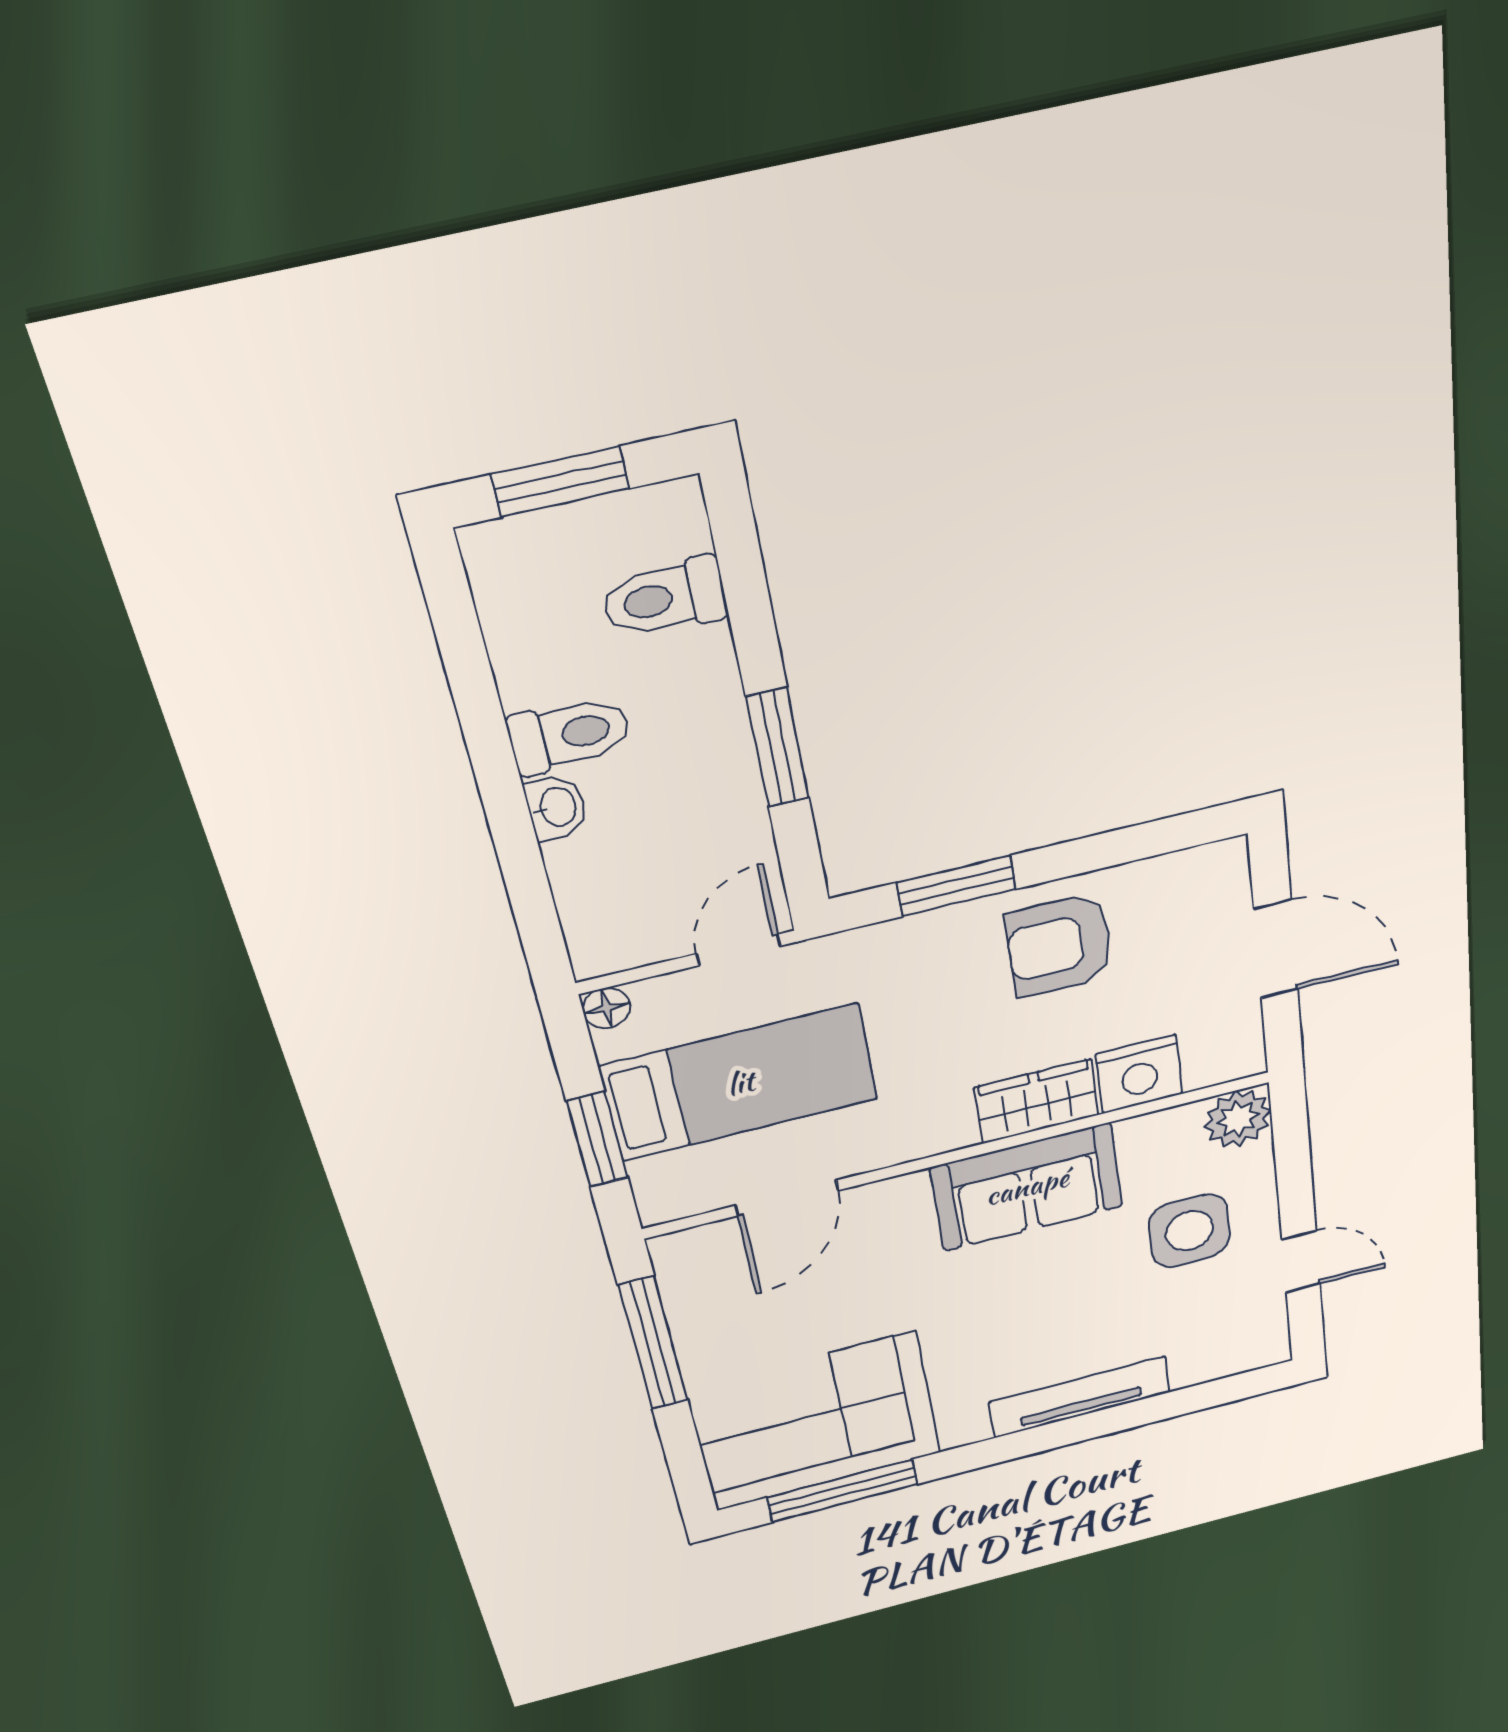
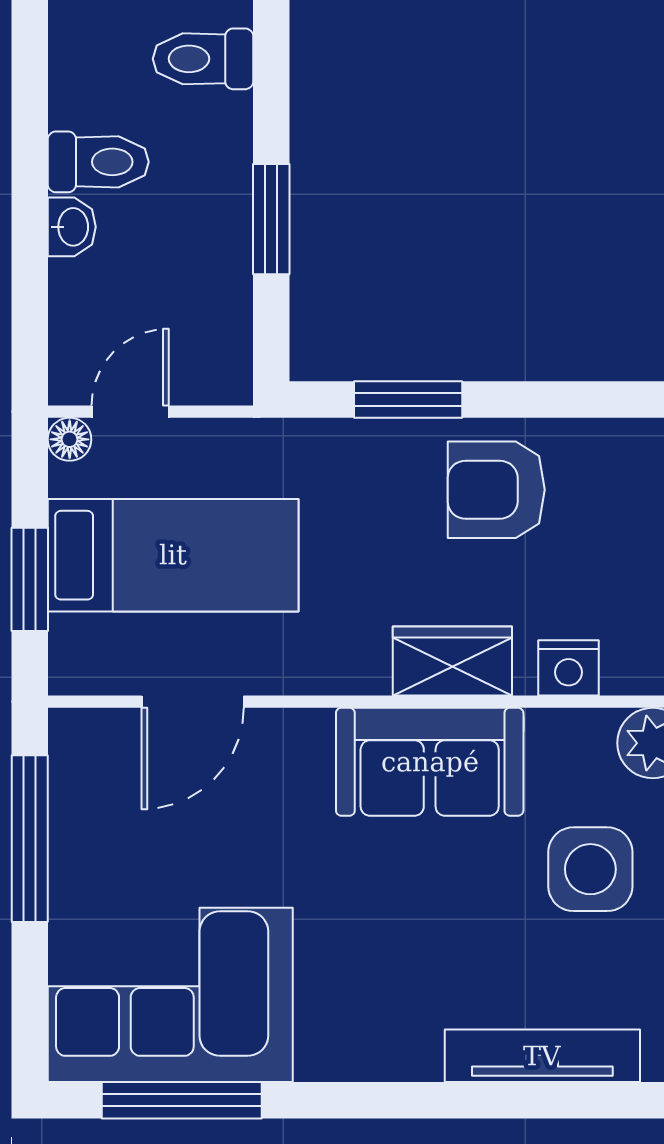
door: (738, 950) -> (130, 412), moved
nightstand: (1139, 1074) -> (568, 668), width x0.74, depth x0.75
tv unit: (1080, 1397) -> (542, 1056), moved

